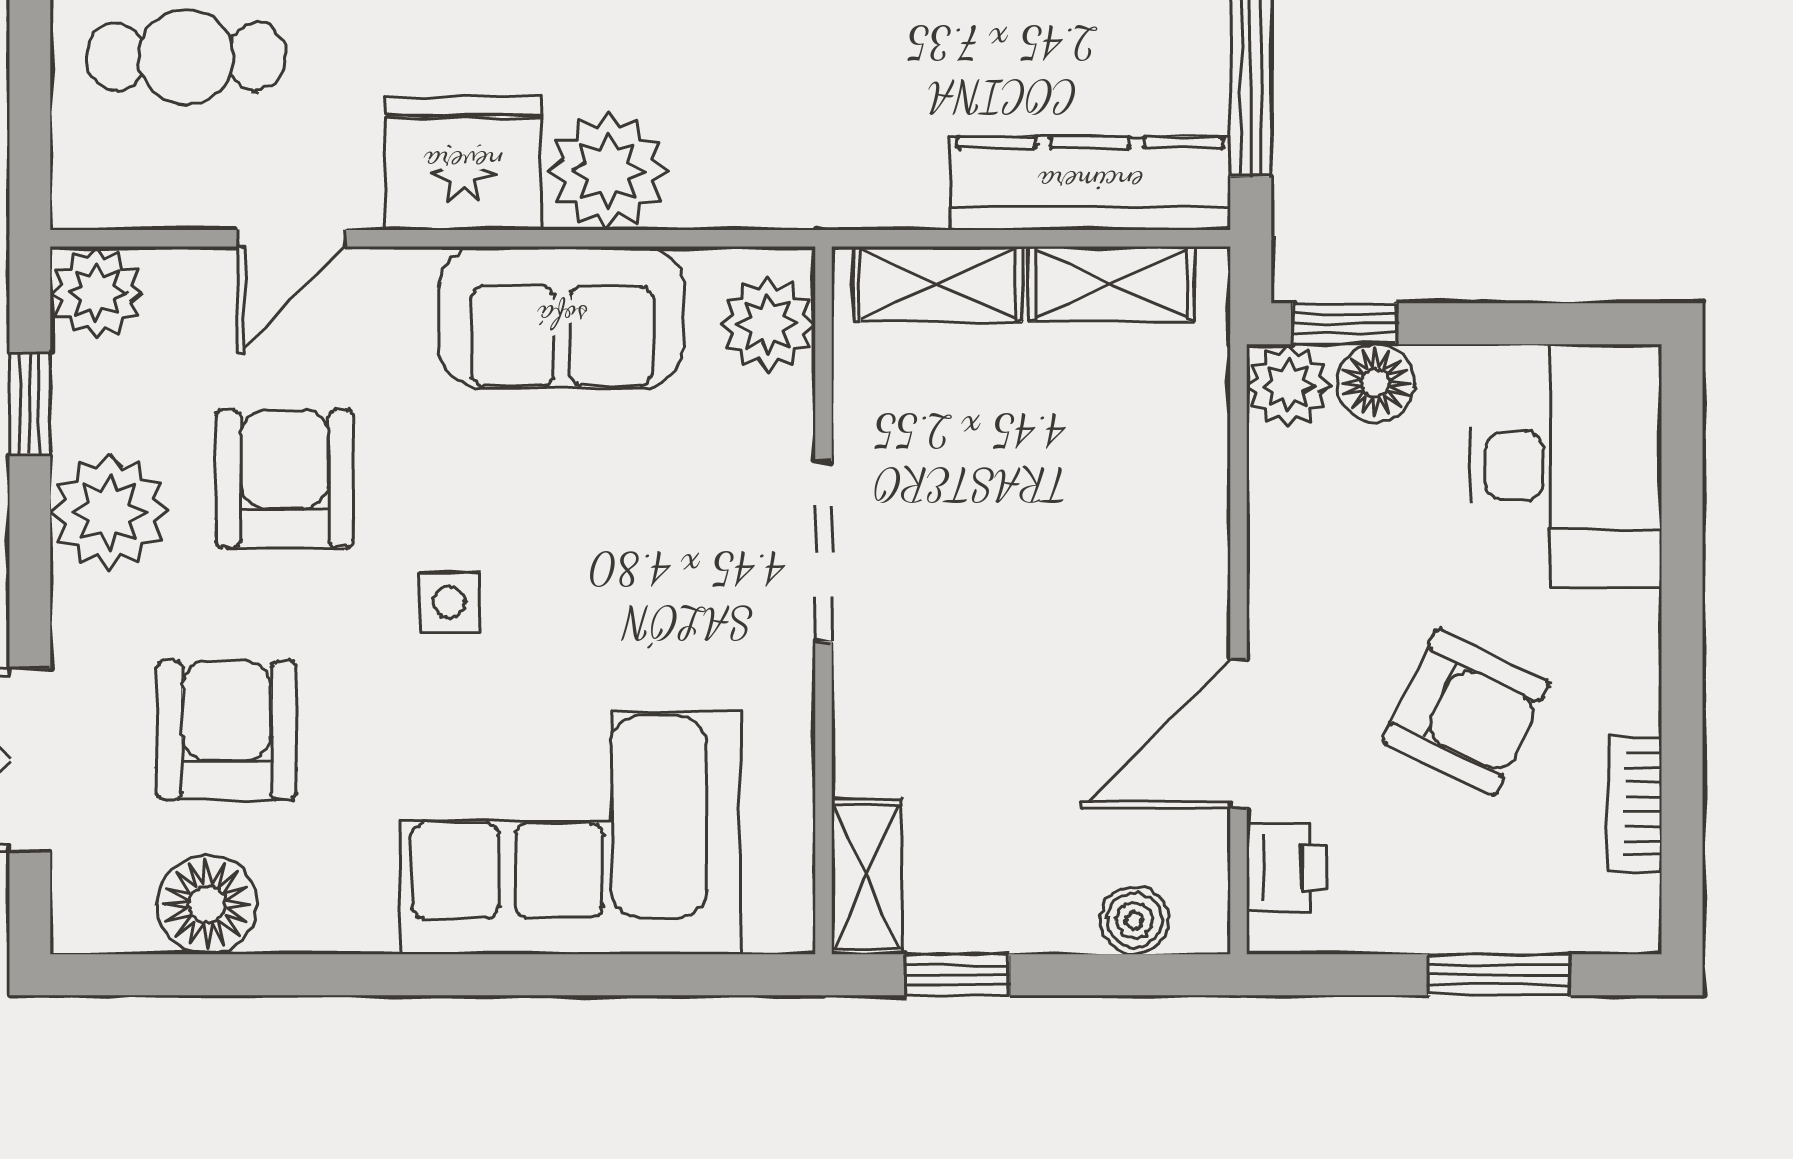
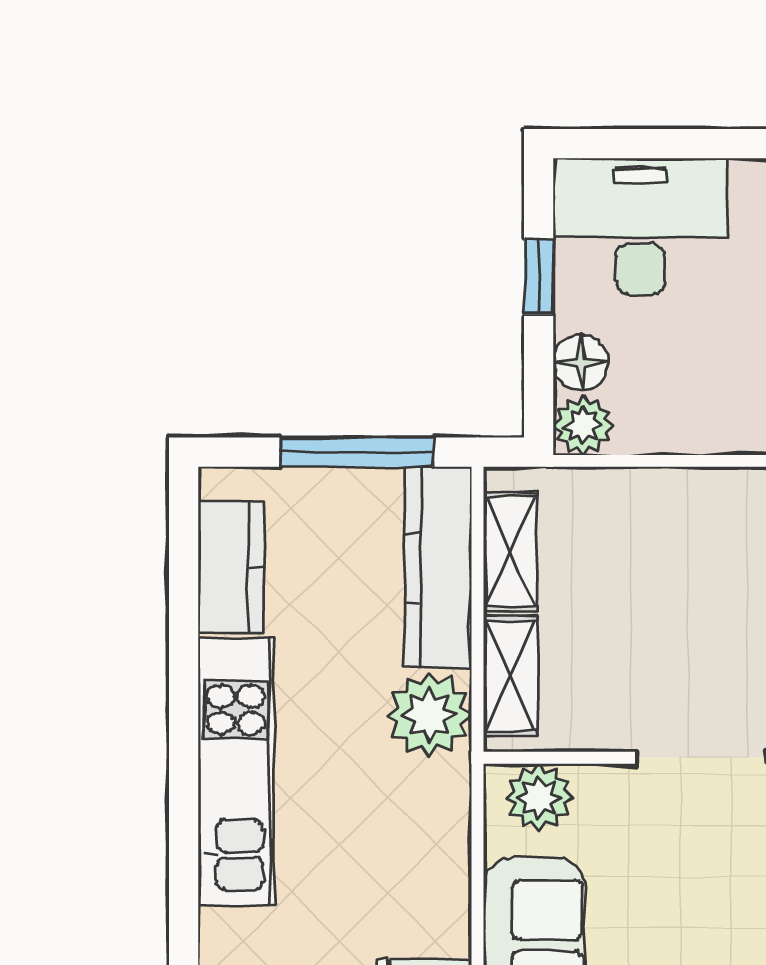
plant: (608, 171) -> (429, 715), moved
window: (1344, 324) -> (539, 277), moved

